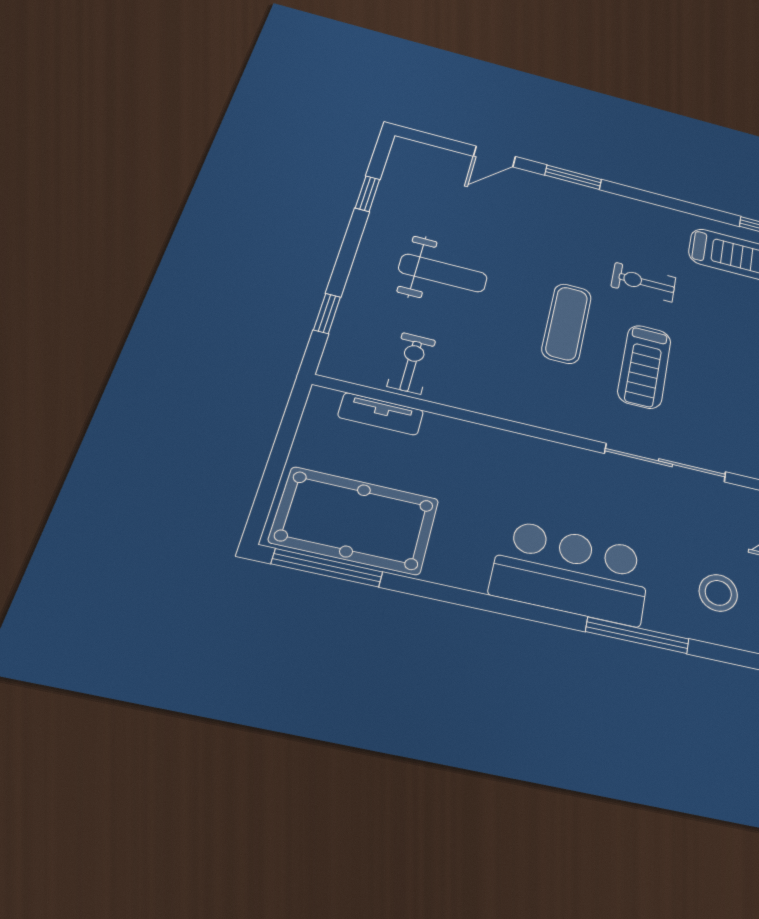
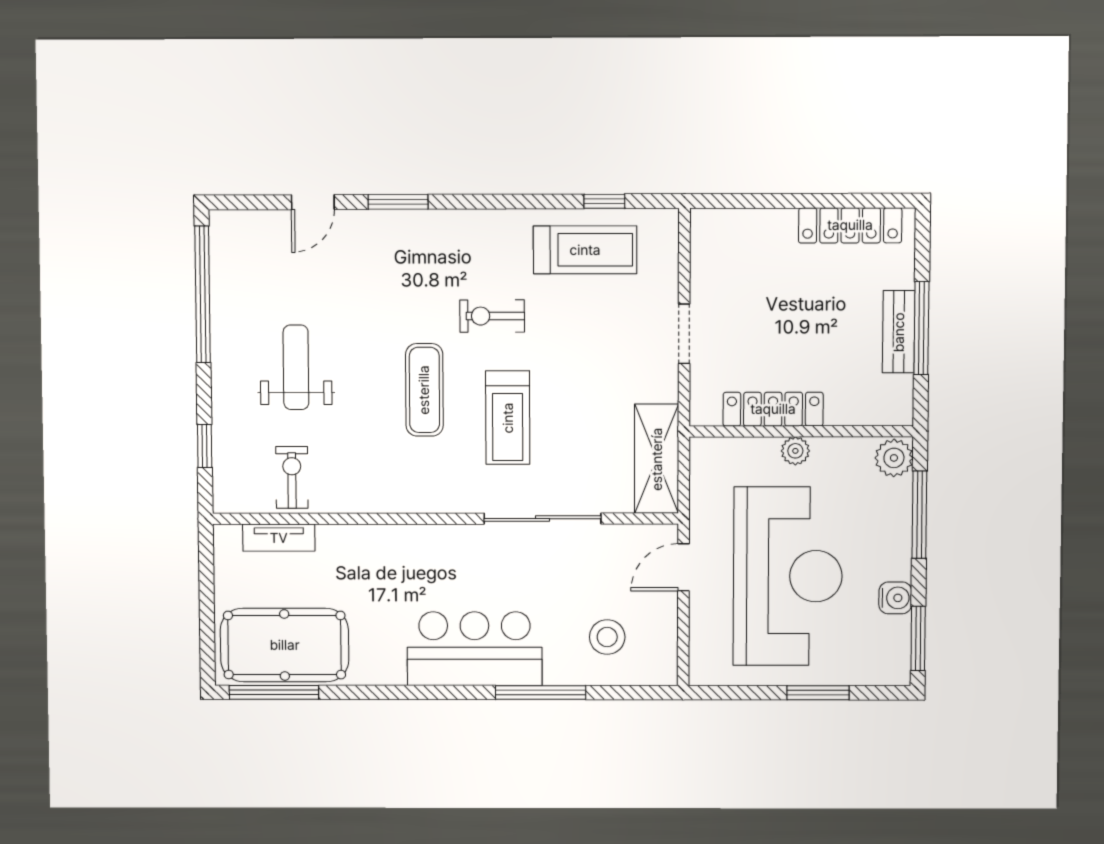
window: (367, 194) -> (203, 294), width x3.17
weight bench: (443, 273) -> (296, 367), turned -90

